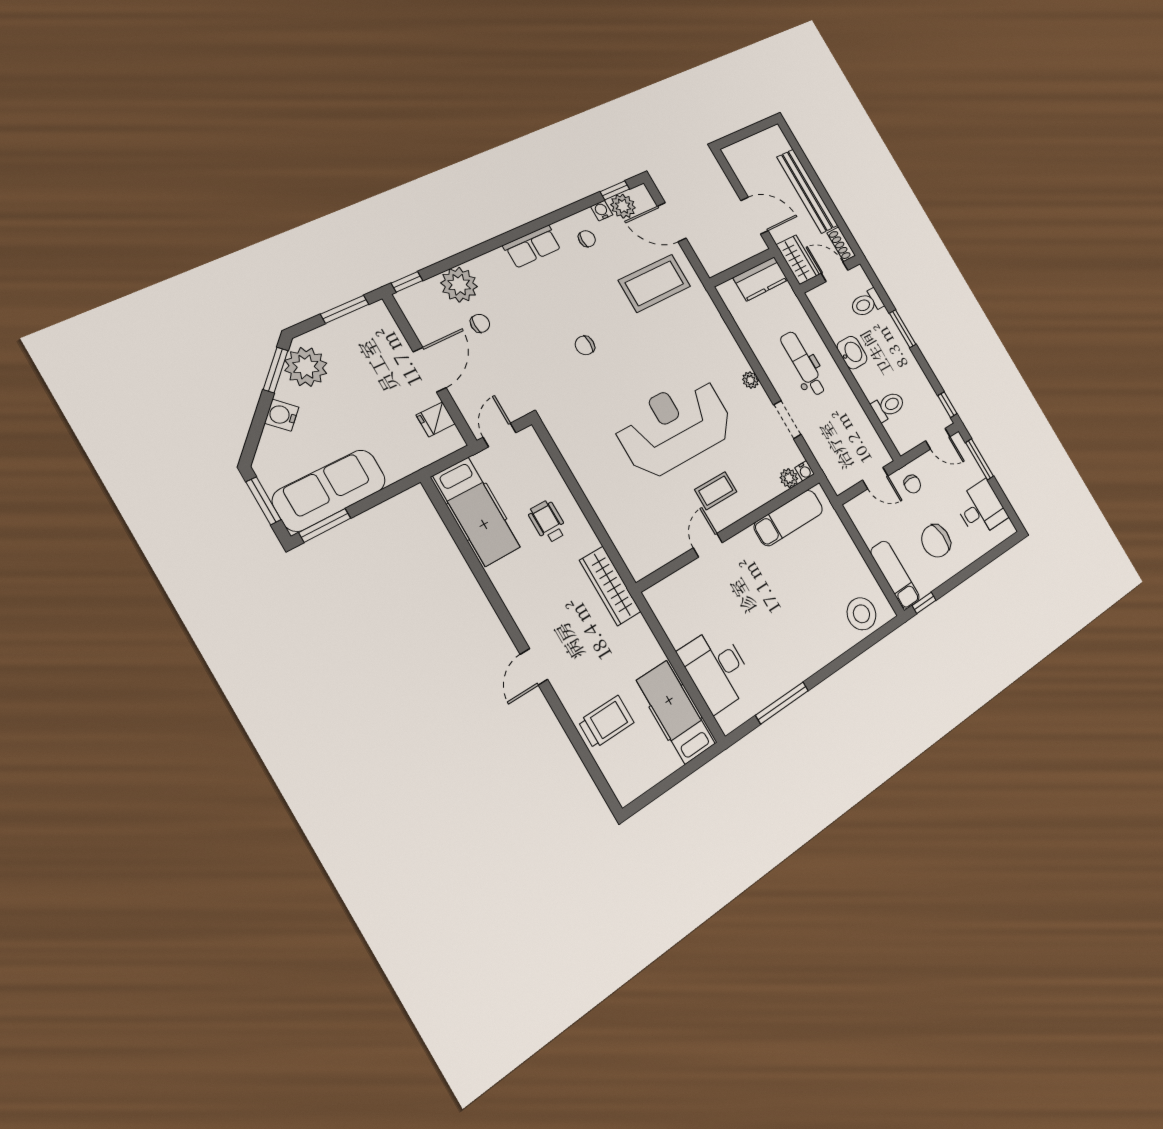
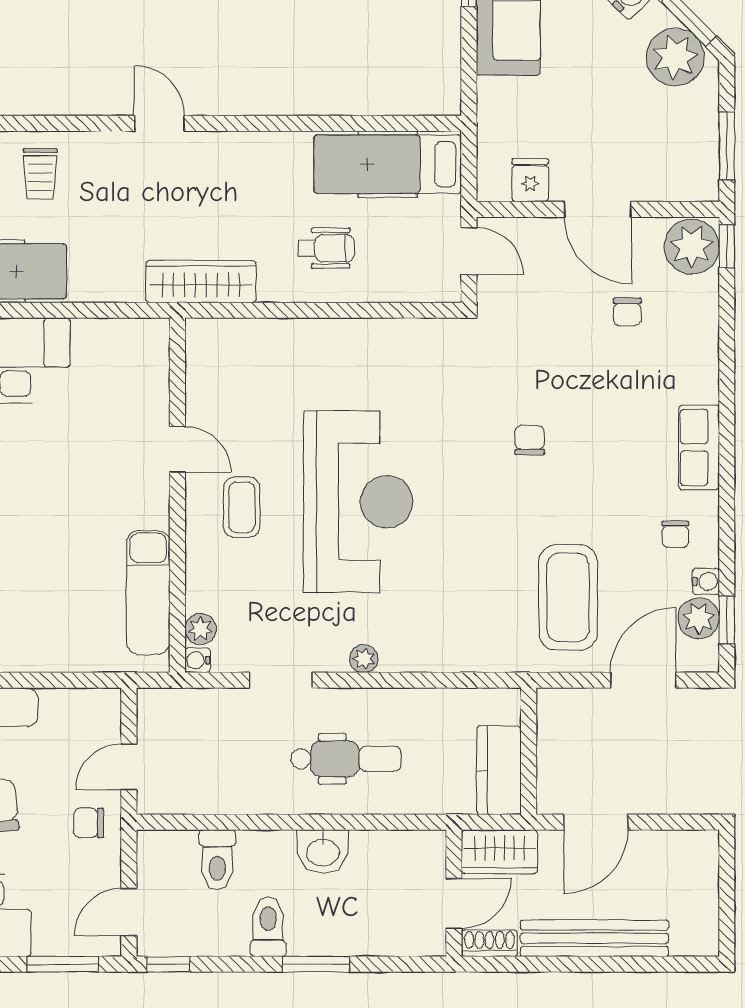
plant: (459, 285) -> (692, 247), moved
toilet: (867, 303) -> (268, 927), moved
trolley: (606, 722) -> (40, 174), width x0.73, depth x0.72

